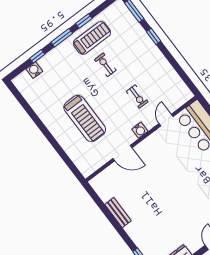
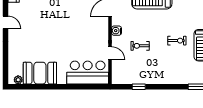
window: (154, 36) -> (139, 87), moved

